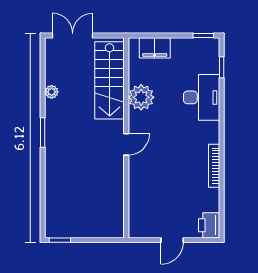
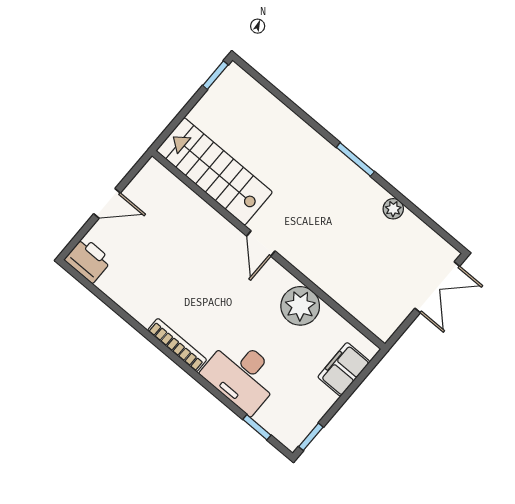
stairs: (110, 80) -> (214, 171), moved
bookcase: (214, 166) -> (177, 345), moved
door: (172, 240) -> (107, 203), swing flipped

